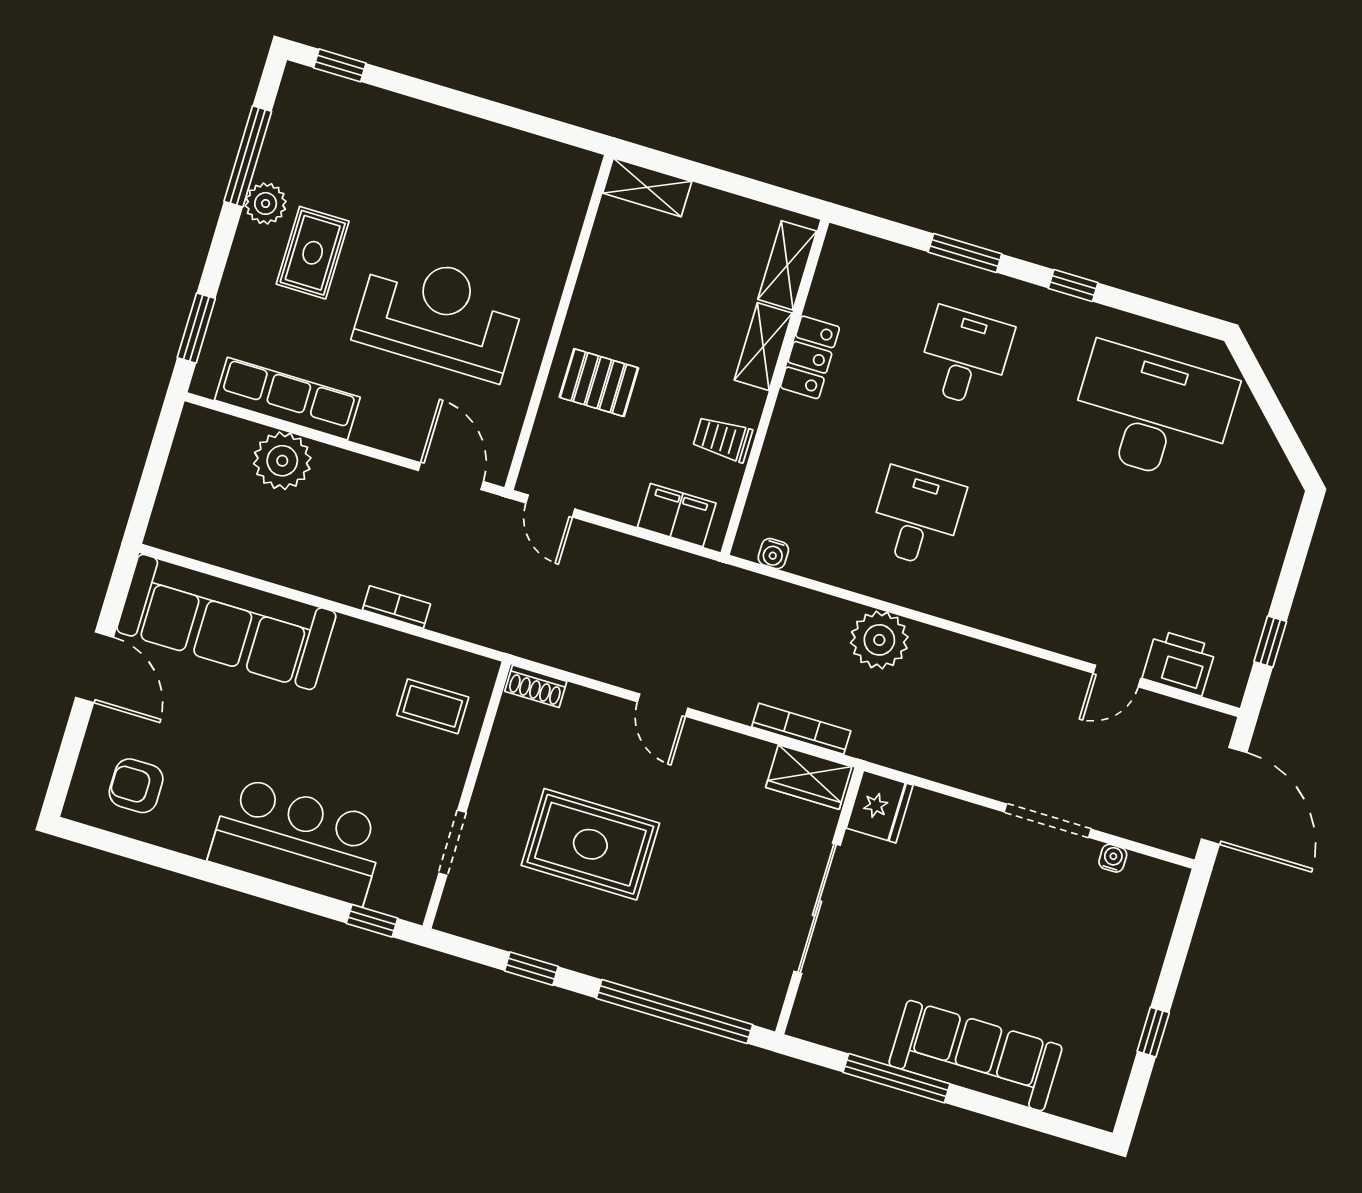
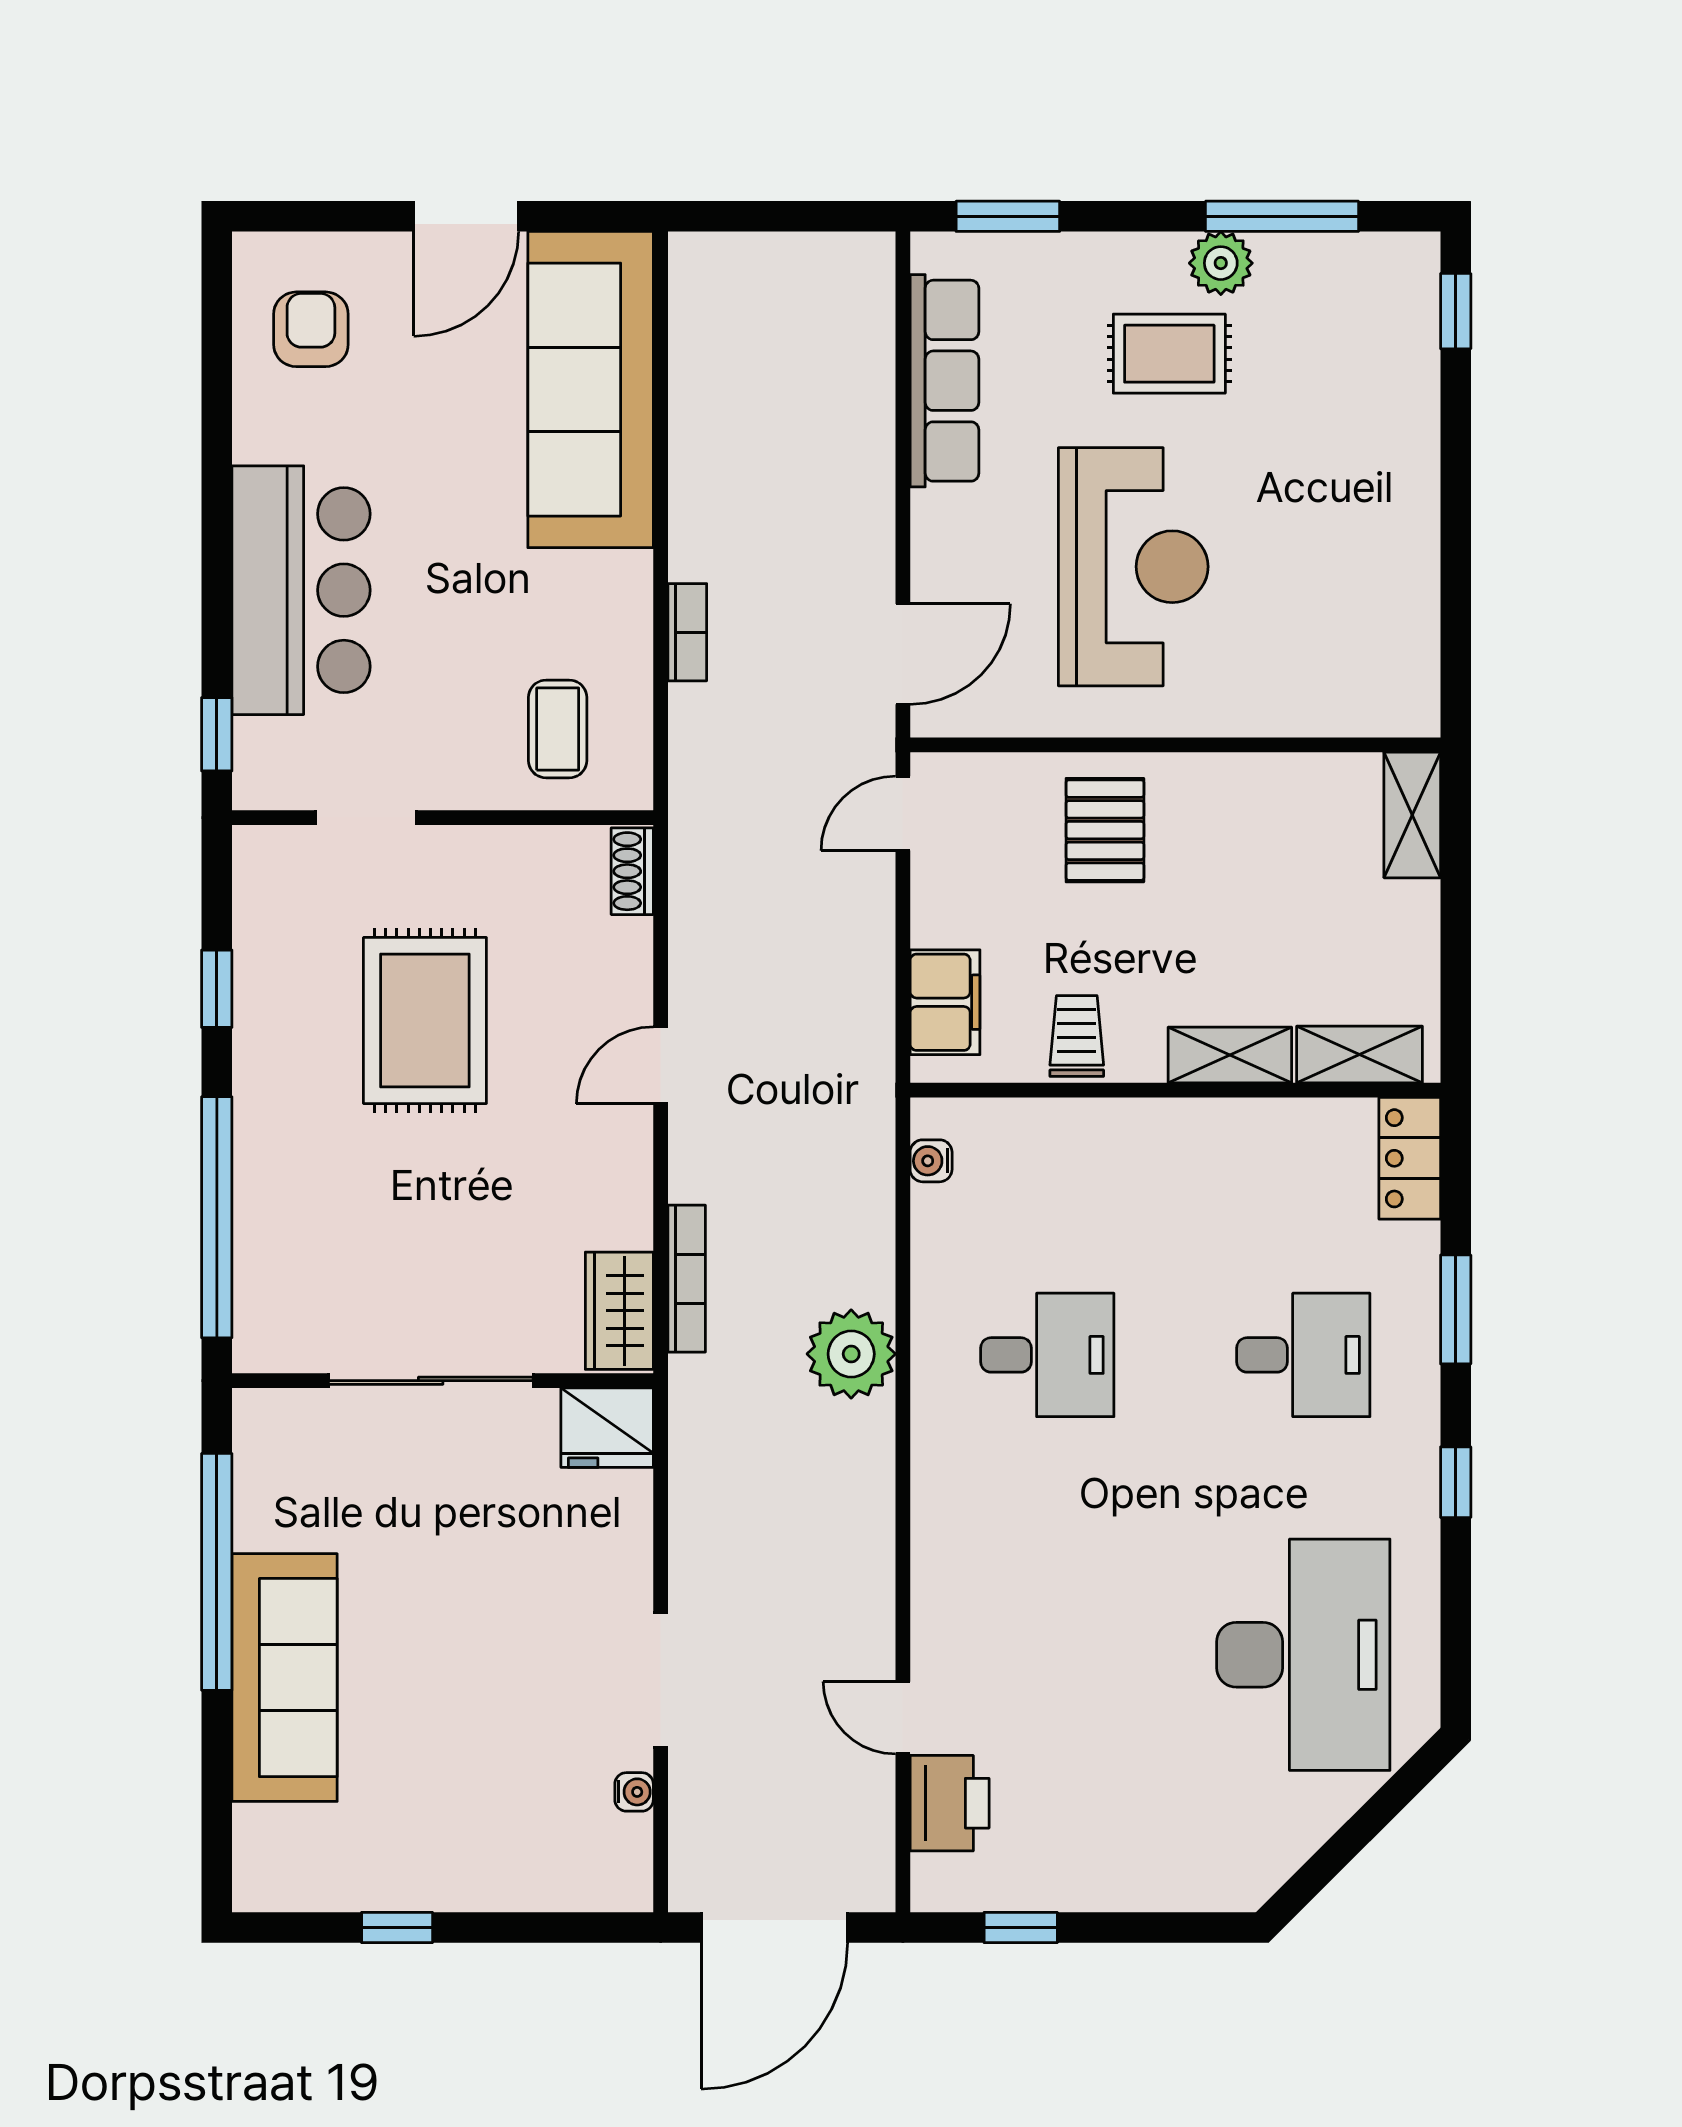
locker: (810, 357) -> (1410, 1158), moved, turned 90
plant: (282, 461) -> (851, 401), removed
window: (897, 1078) -> (217, 1572), width x1.46

